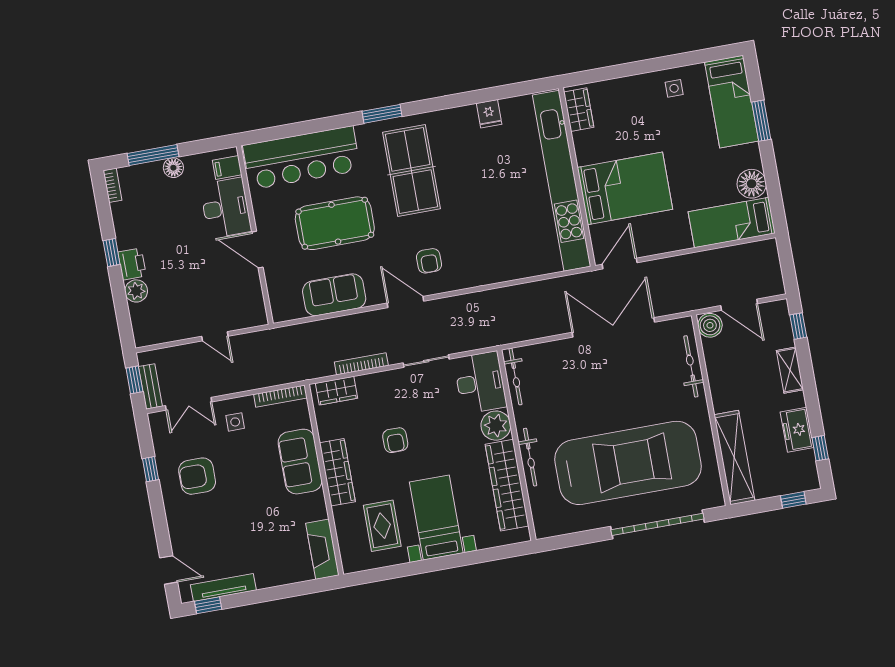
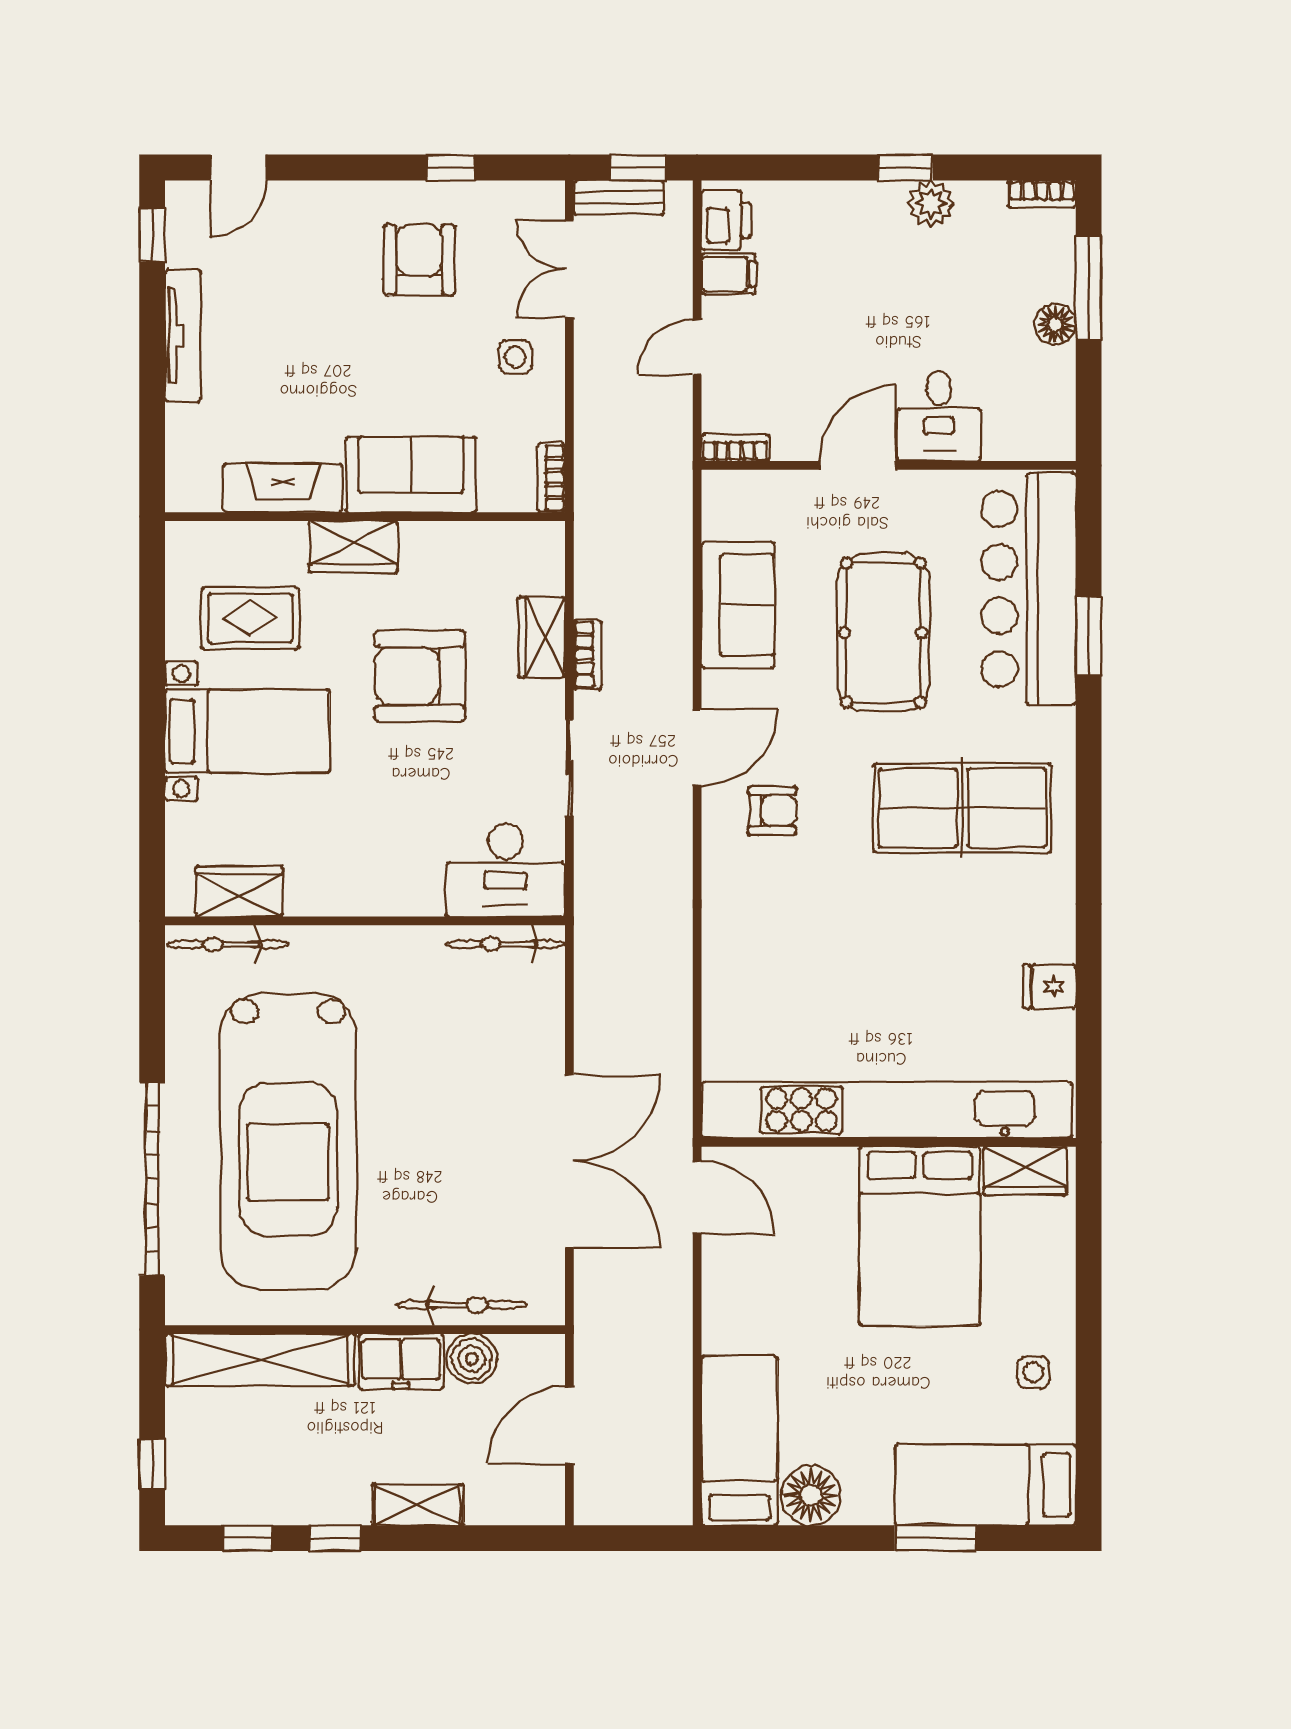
window: (382, 114) -> (1089, 636), moved
filing cabinet: (227, 168) -> (729, 274), moved, turned 90
bed: (625, 188) -> (920, 1236), moved
desk: (226, 208) -> (939, 416), width x0.73
armchair: (429, 261) -> (772, 810), turned 180
printer: (132, 264) -> (726, 220), moved, turned -90
plant: (136, 291) -> (931, 204), moved
bookcase: (259, 310) -> (735, 448), added
boiler: (710, 325) -> (472, 1359), moved
window: (798, 326) -> (335, 1538), moved
bookcase: (361, 364) -> (587, 655), width x0.64
wardrobe: (337, 391) -> (542, 637), moved
bookcase: (280, 396) -> (551, 478), width x0.64
plant: (496, 426) -> (412, 886), removed
freezer: (797, 430) -> (401, 1361), moved, turned 180
armchair: (395, 440) -> (420, 676), width x1.88, depth x1.88
bicycle: (530, 457) -> (228, 944), moved
wardrobe: (337, 472) -> (353, 547), width x0.67
wardrobe: (507, 485) -> (239, 891), width x0.48, depth x0.85
fireplace: (322, 549) -> (283, 488), moved
tv unit: (223, 587) -> (183, 336), moved

